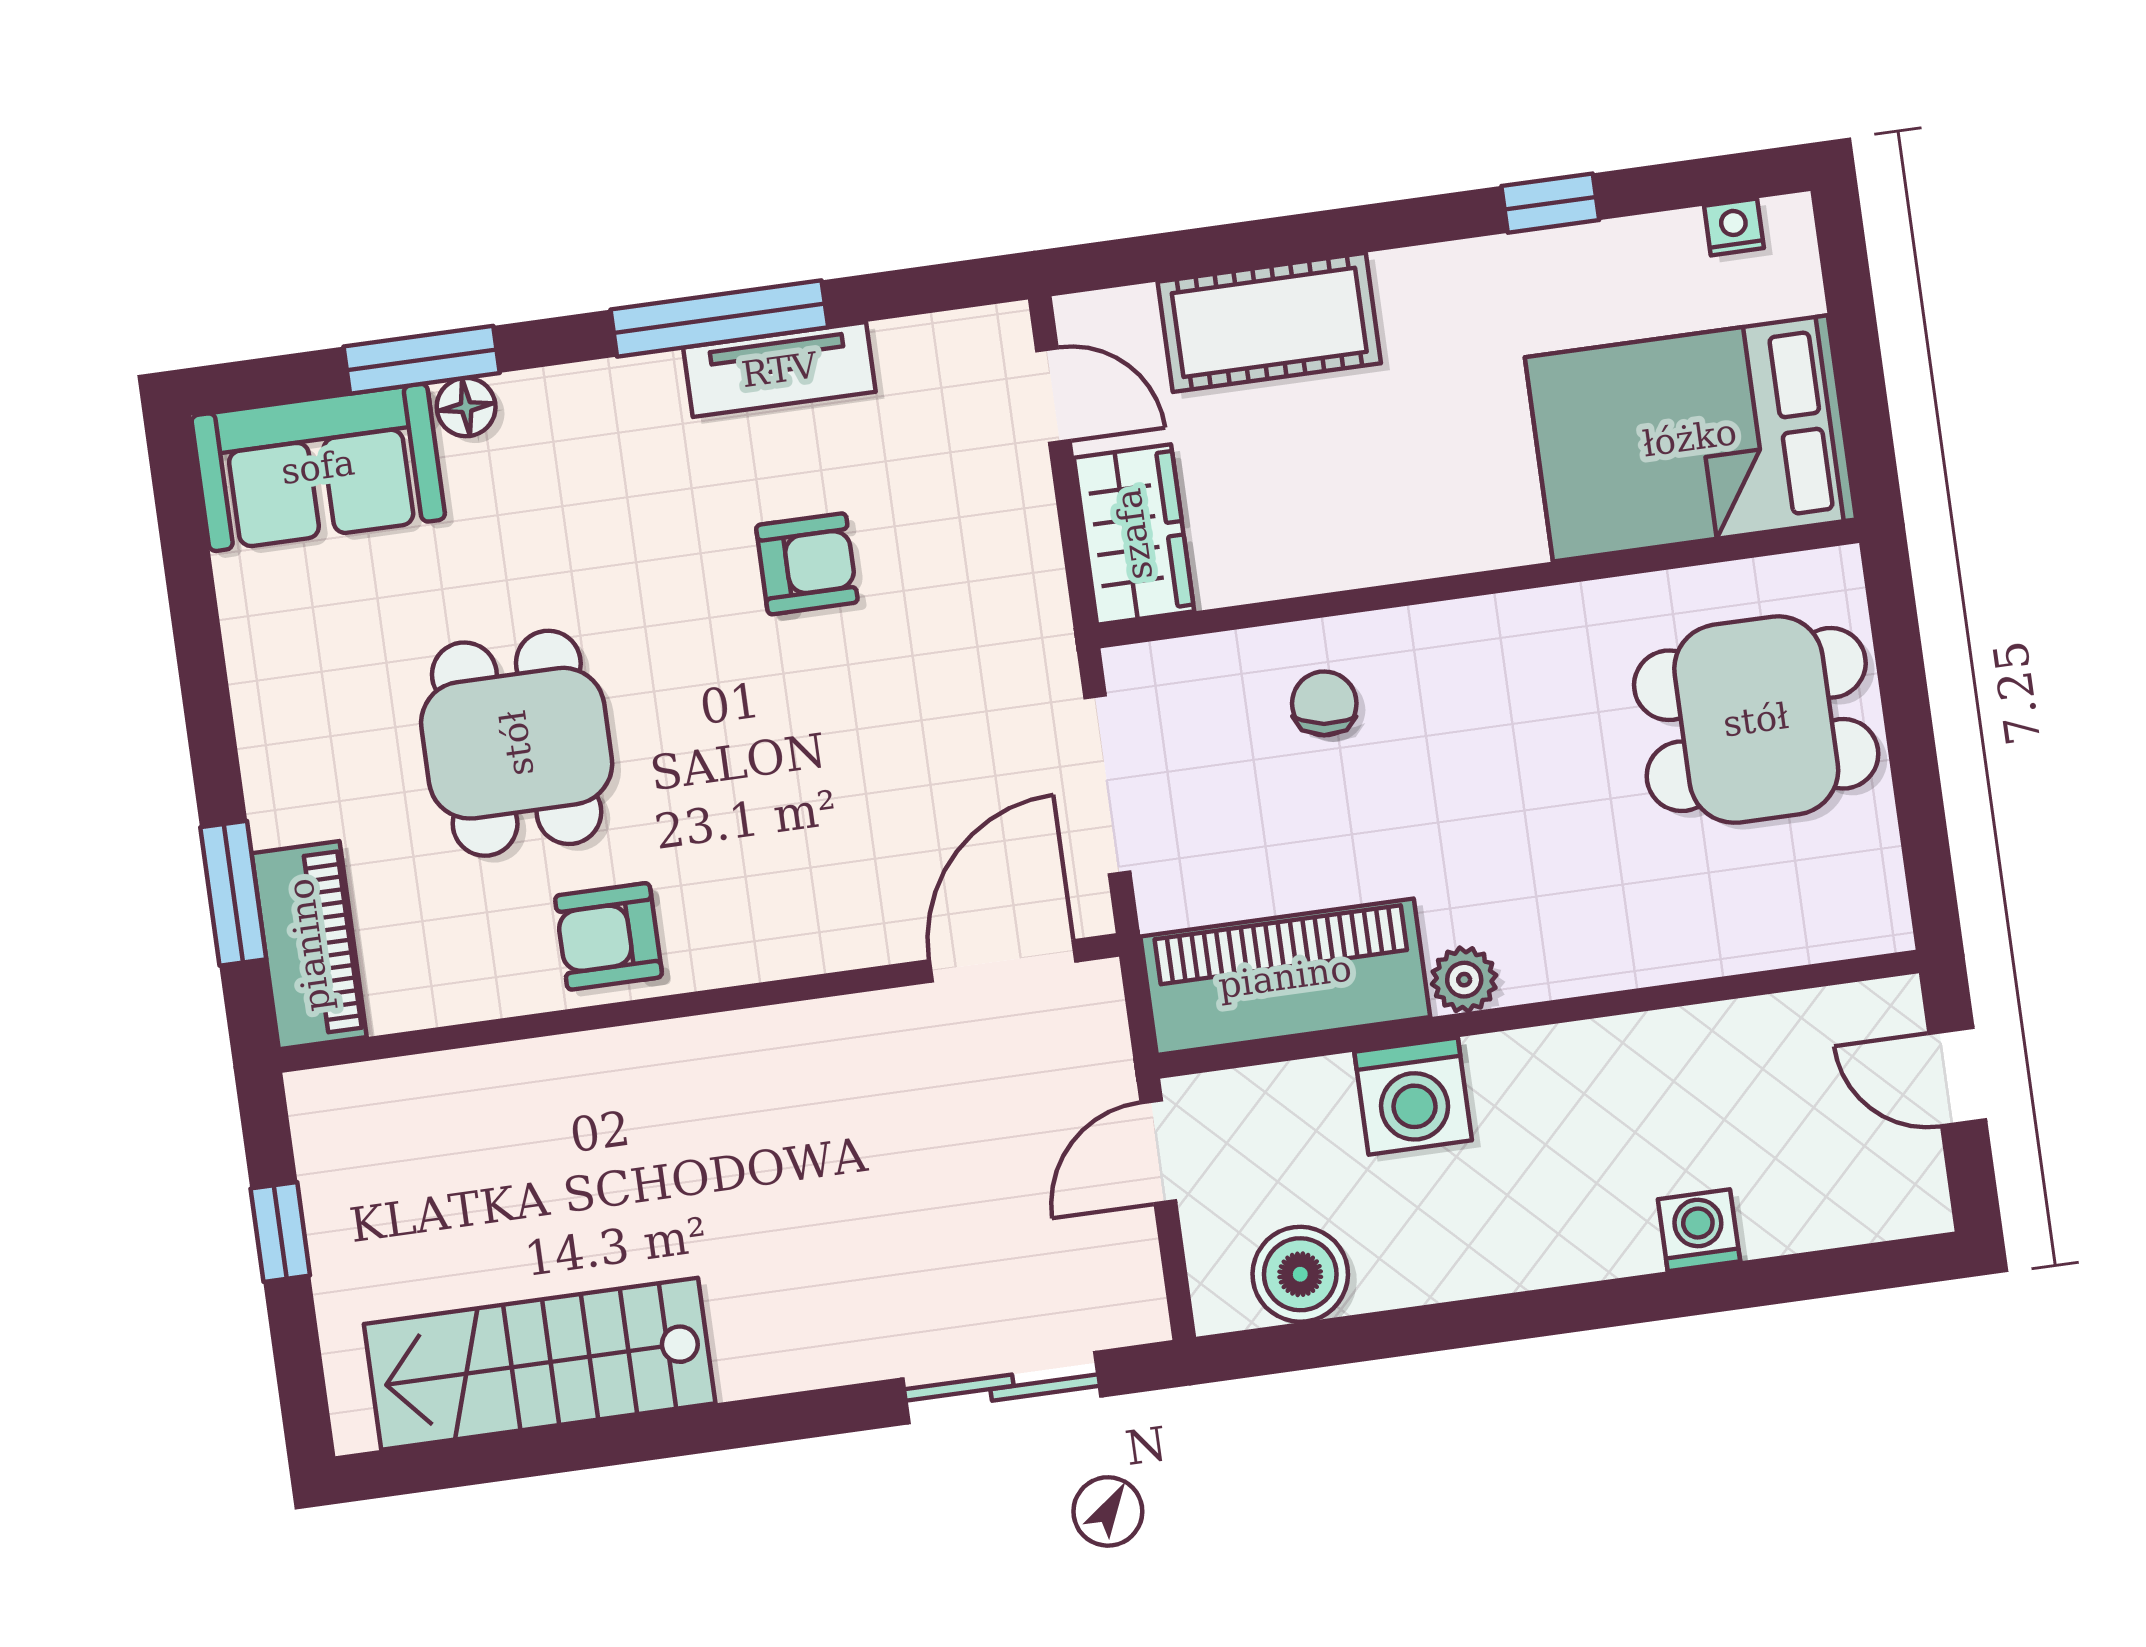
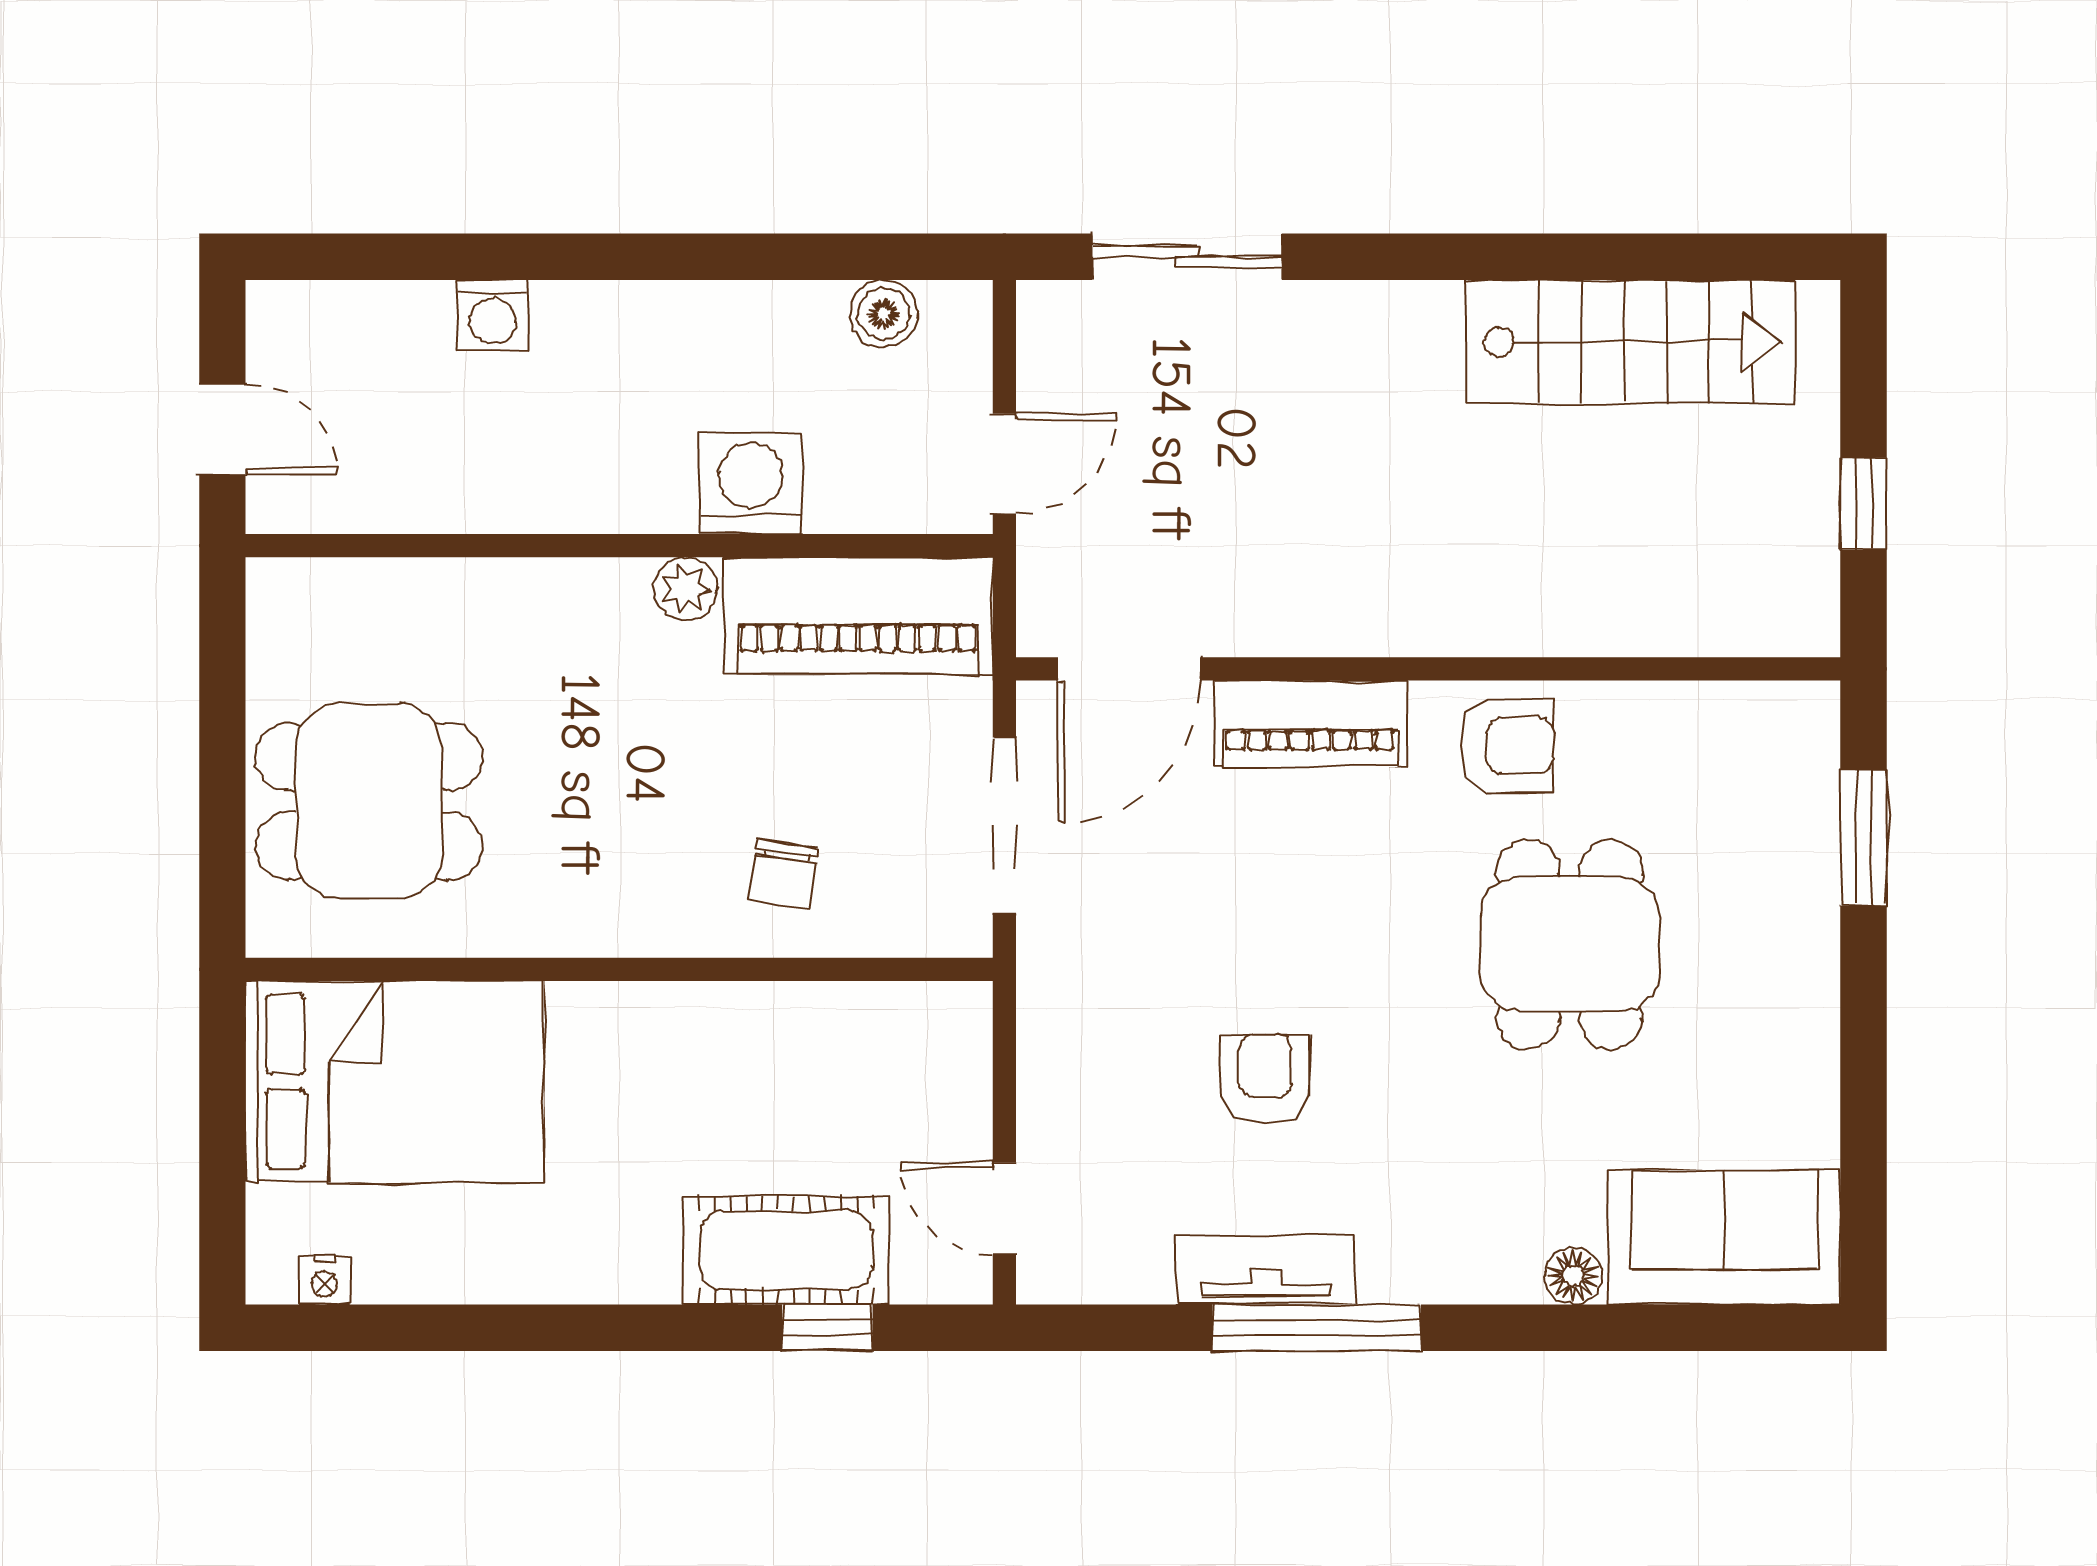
window: (1550, 203) -> (827, 1328), moved
window: (422, 360) -> (1610, 1328), removed
wardrobe: (1134, 534) -> (945, 1063), removed
armchair: (807, 564) -> (1265, 1079), turned 90
piano: (309, 945) -> (1310, 724), moved, turned -90
boiler: (1300, 1274) -> (884, 314), width x0.73, depth x0.73

